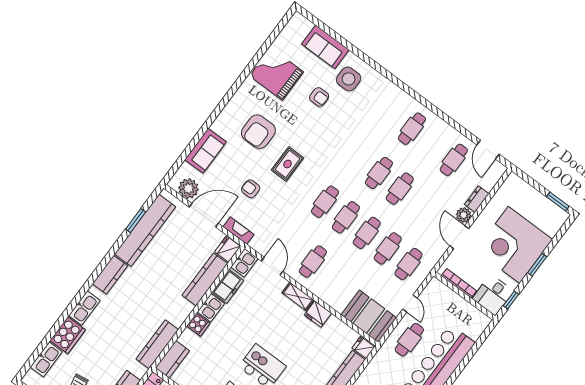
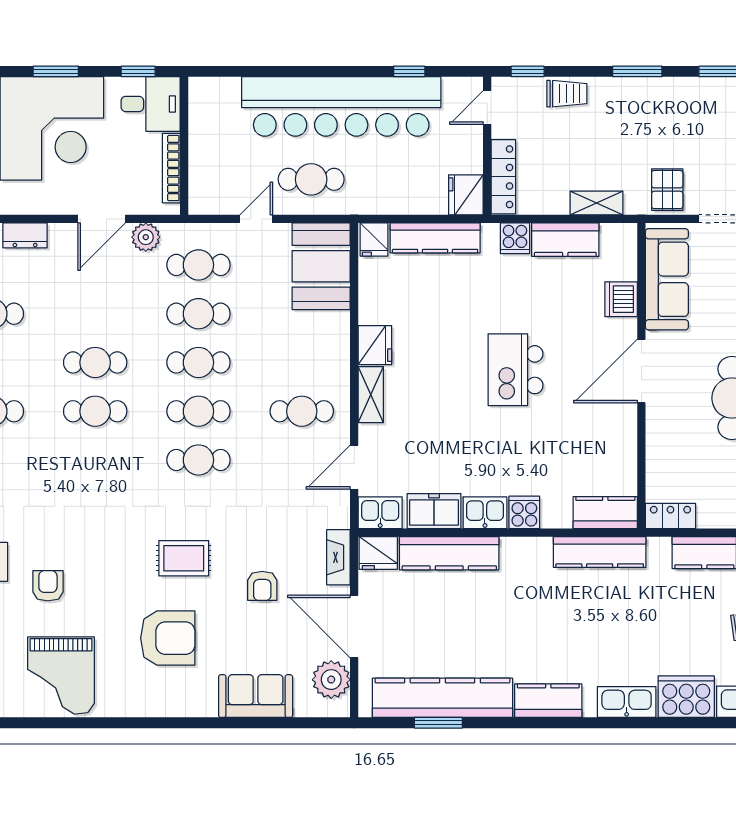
plant: (464, 215) -> (146, 237), moved

